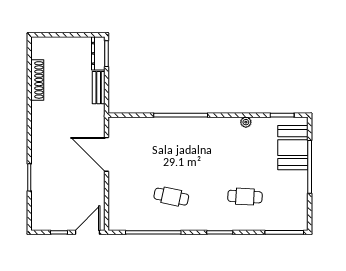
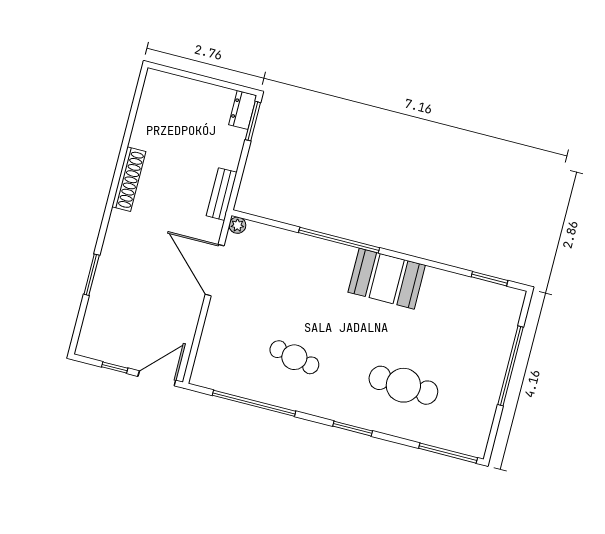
dresser: (98, 53) -> (243, 110), width x0.70
shoe rack: (37, 80) -> (129, 179), moved
bench: (99, 88) -> (222, 194), moved
plant: (246, 122) -> (237, 225), moved
booth: (293, 148) -> (387, 279), moved, turned 90
cafe table: (245, 197) -> (403, 385), width x1.37, depth x1.35

